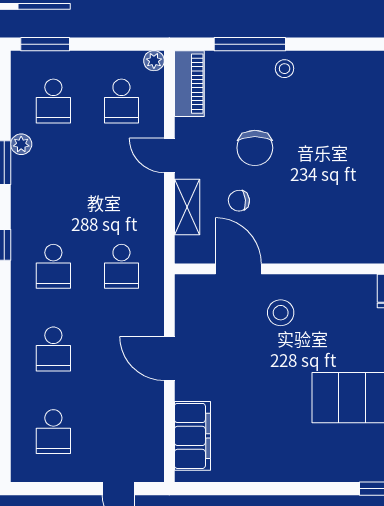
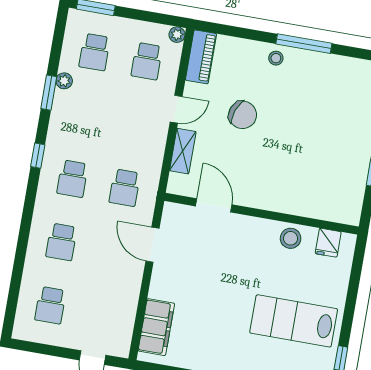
window: (250, 44) -> (304, 44), moved
chair: (255, 148) -> (243, 115), turned -70
door: (169, 155) -> (176, 109), swing flipped
chair: (239, 201) -> (223, 153), removed
stool: (281, 313) -> (291, 238), moved
door: (169, 359) -> (152, 245), moved

